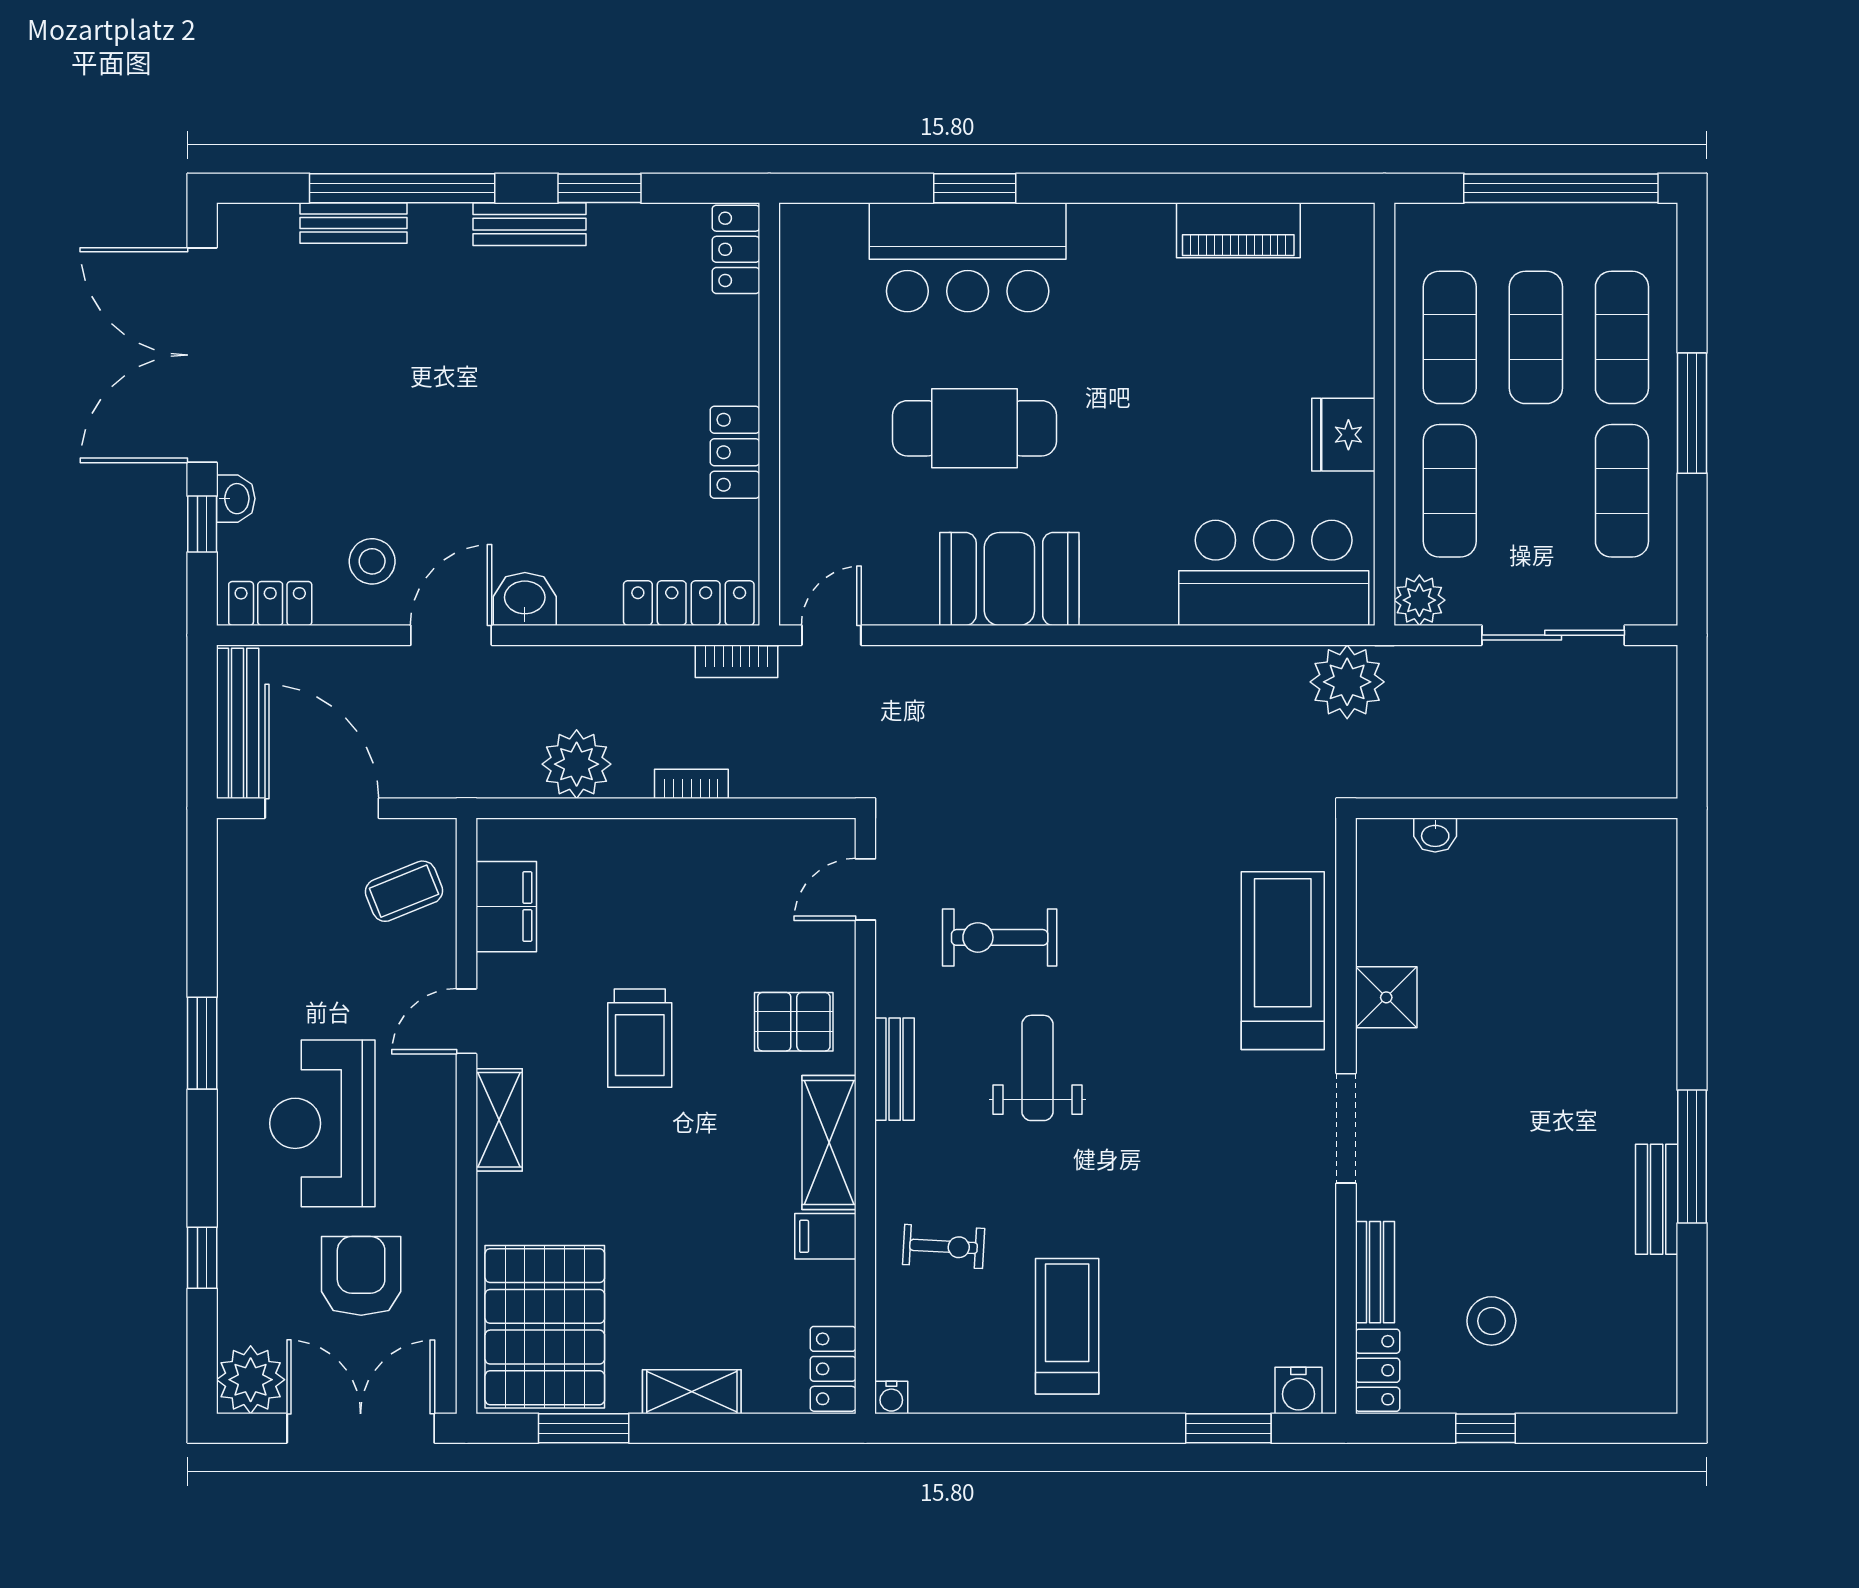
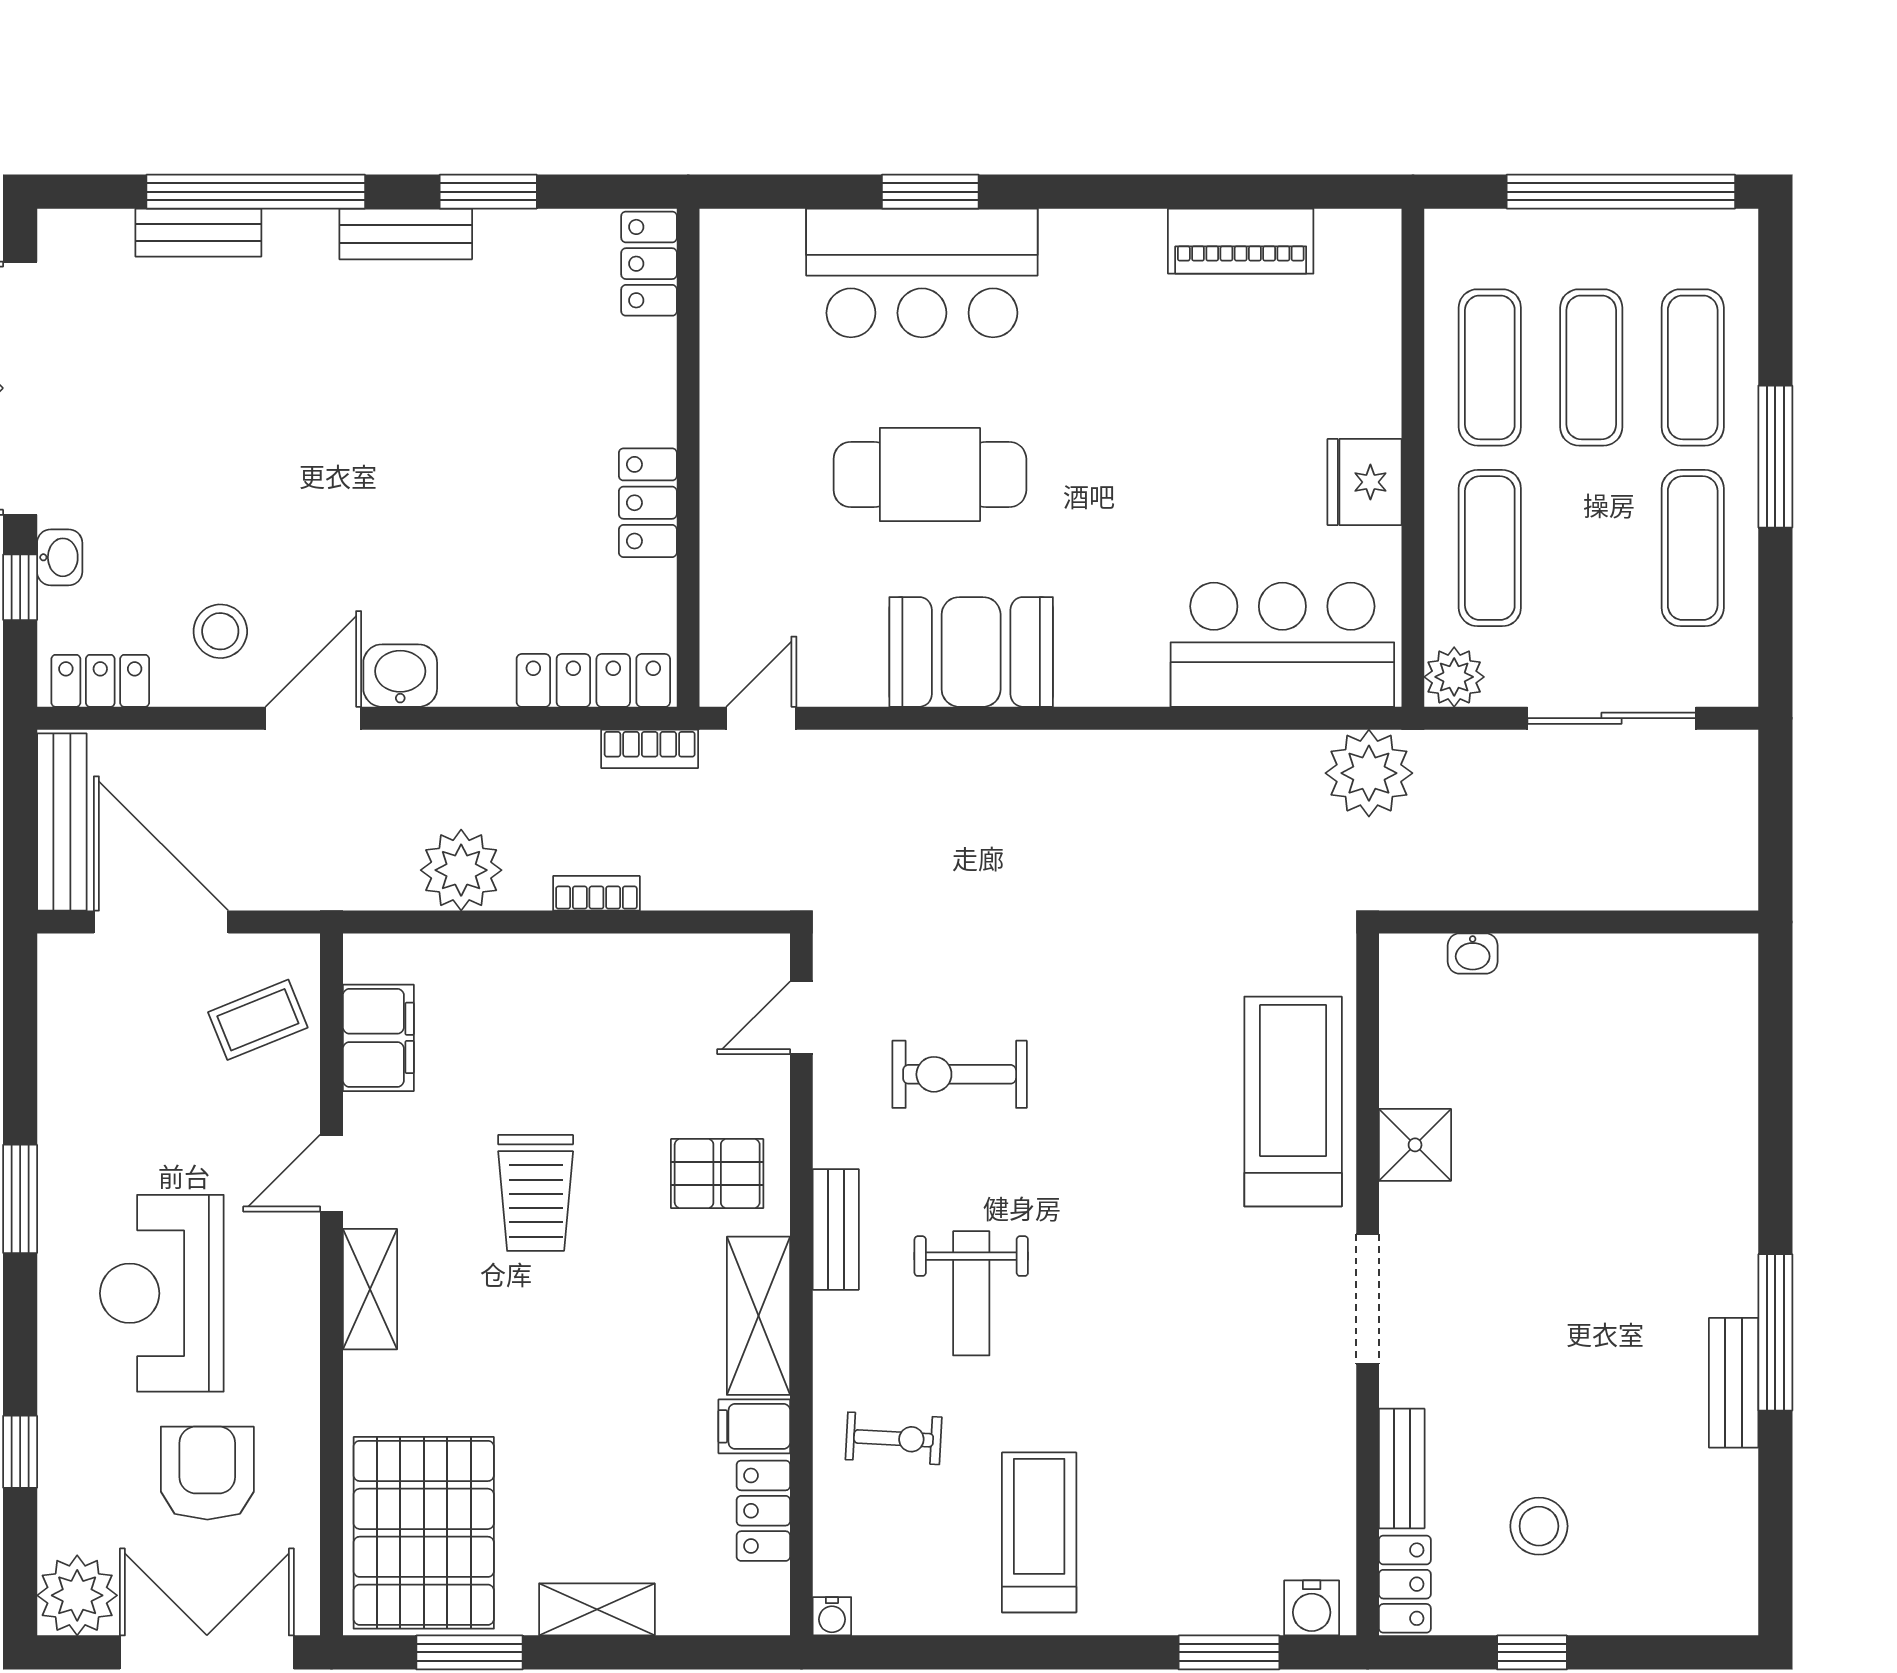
weight bench: (1037, 1068) -> (971, 1293), moved, turned 180
locker: (833, 1369) -> (763, 1511), moved

